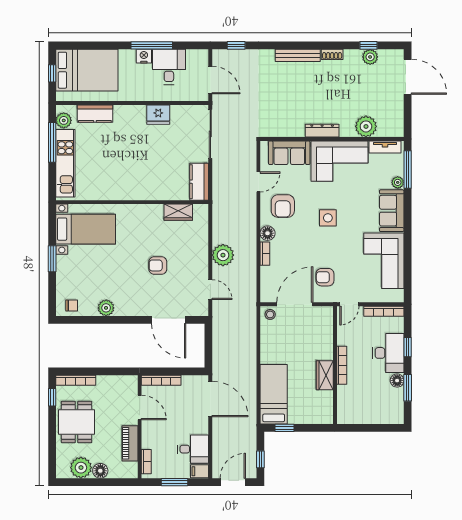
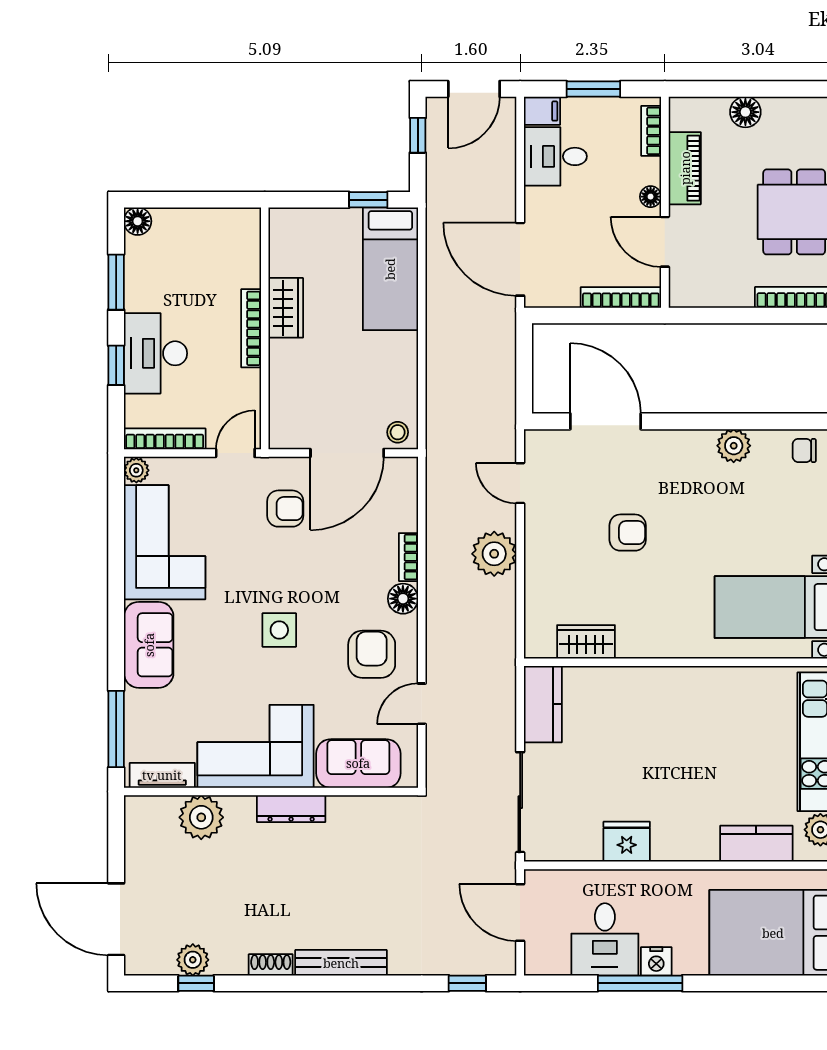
plant: (398, 182) -> (136, 470), moved
floor lamp: (397, 381) -> (138, 221), moved
floor lamp: (147, 429) -> (651, 197), added
plant: (81, 468) -> (785, 119), removed

